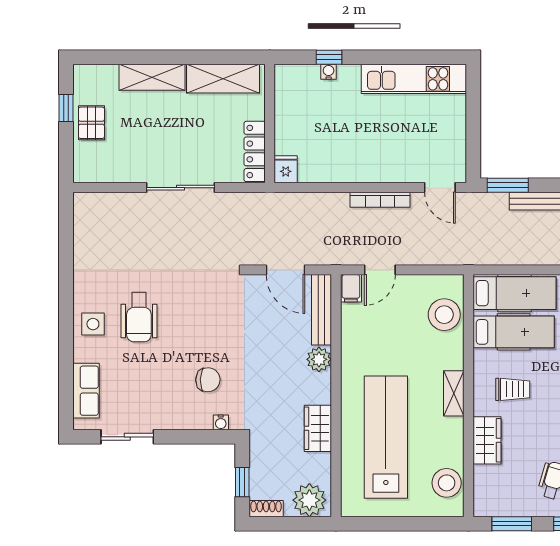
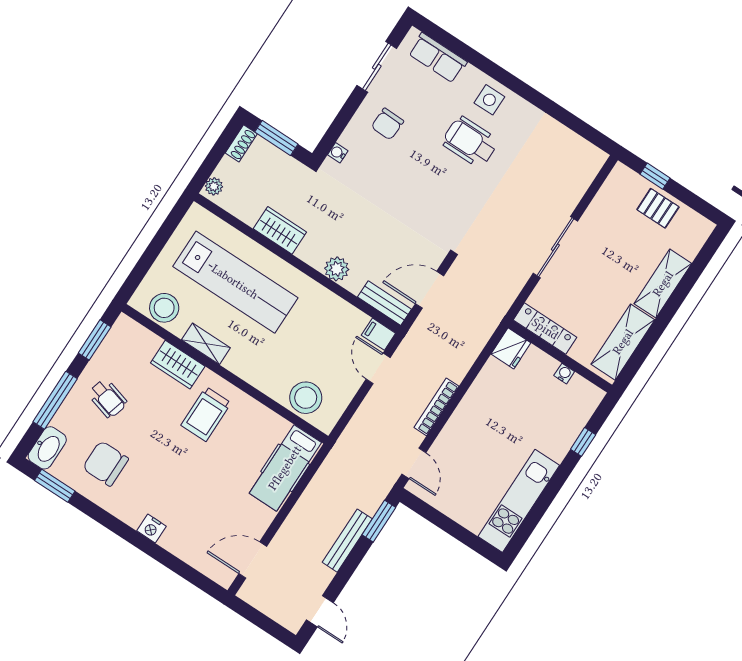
water cooler: (329, 72) -> (564, 374), moved, turned -90
window: (66, 108) -> (655, 176), moved
fridge: (286, 169) -> (511, 348), width x1.38
door: (440, 188) -> (414, 463), swing flipped
bench: (321, 310) -> (385, 303), width x0.73
hospital bed: (514, 332) -> (253, 446), removed
chair: (208, 380) -> (387, 124), moved
trolley: (513, 389) -> (206, 414), width x1.36, depth x1.39
shelving: (454, 393) -> (206, 344), moved
window: (242, 482) -> (276, 138), width x1.50
plant: (309, 500) -> (214, 186), width x0.53, depth x0.53

